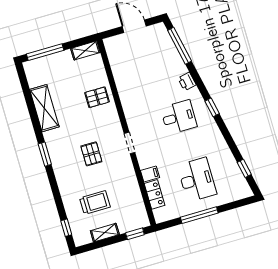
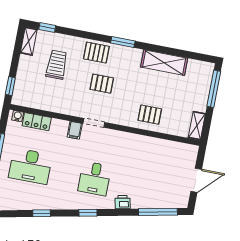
pallet: (97, 97) -> (150, 115), turned 90
window: (244, 168) -> (42, 213), moved
pallet: (66, 173) -> (96, 53), added
filing cabinet: (150, 174) -> (75, 130), moved
trolley: (95, 202) -> (57, 65), turned 180
water cooler: (158, 214) -> (18, 116), added
shelving: (105, 233) -> (29, 41), moved

